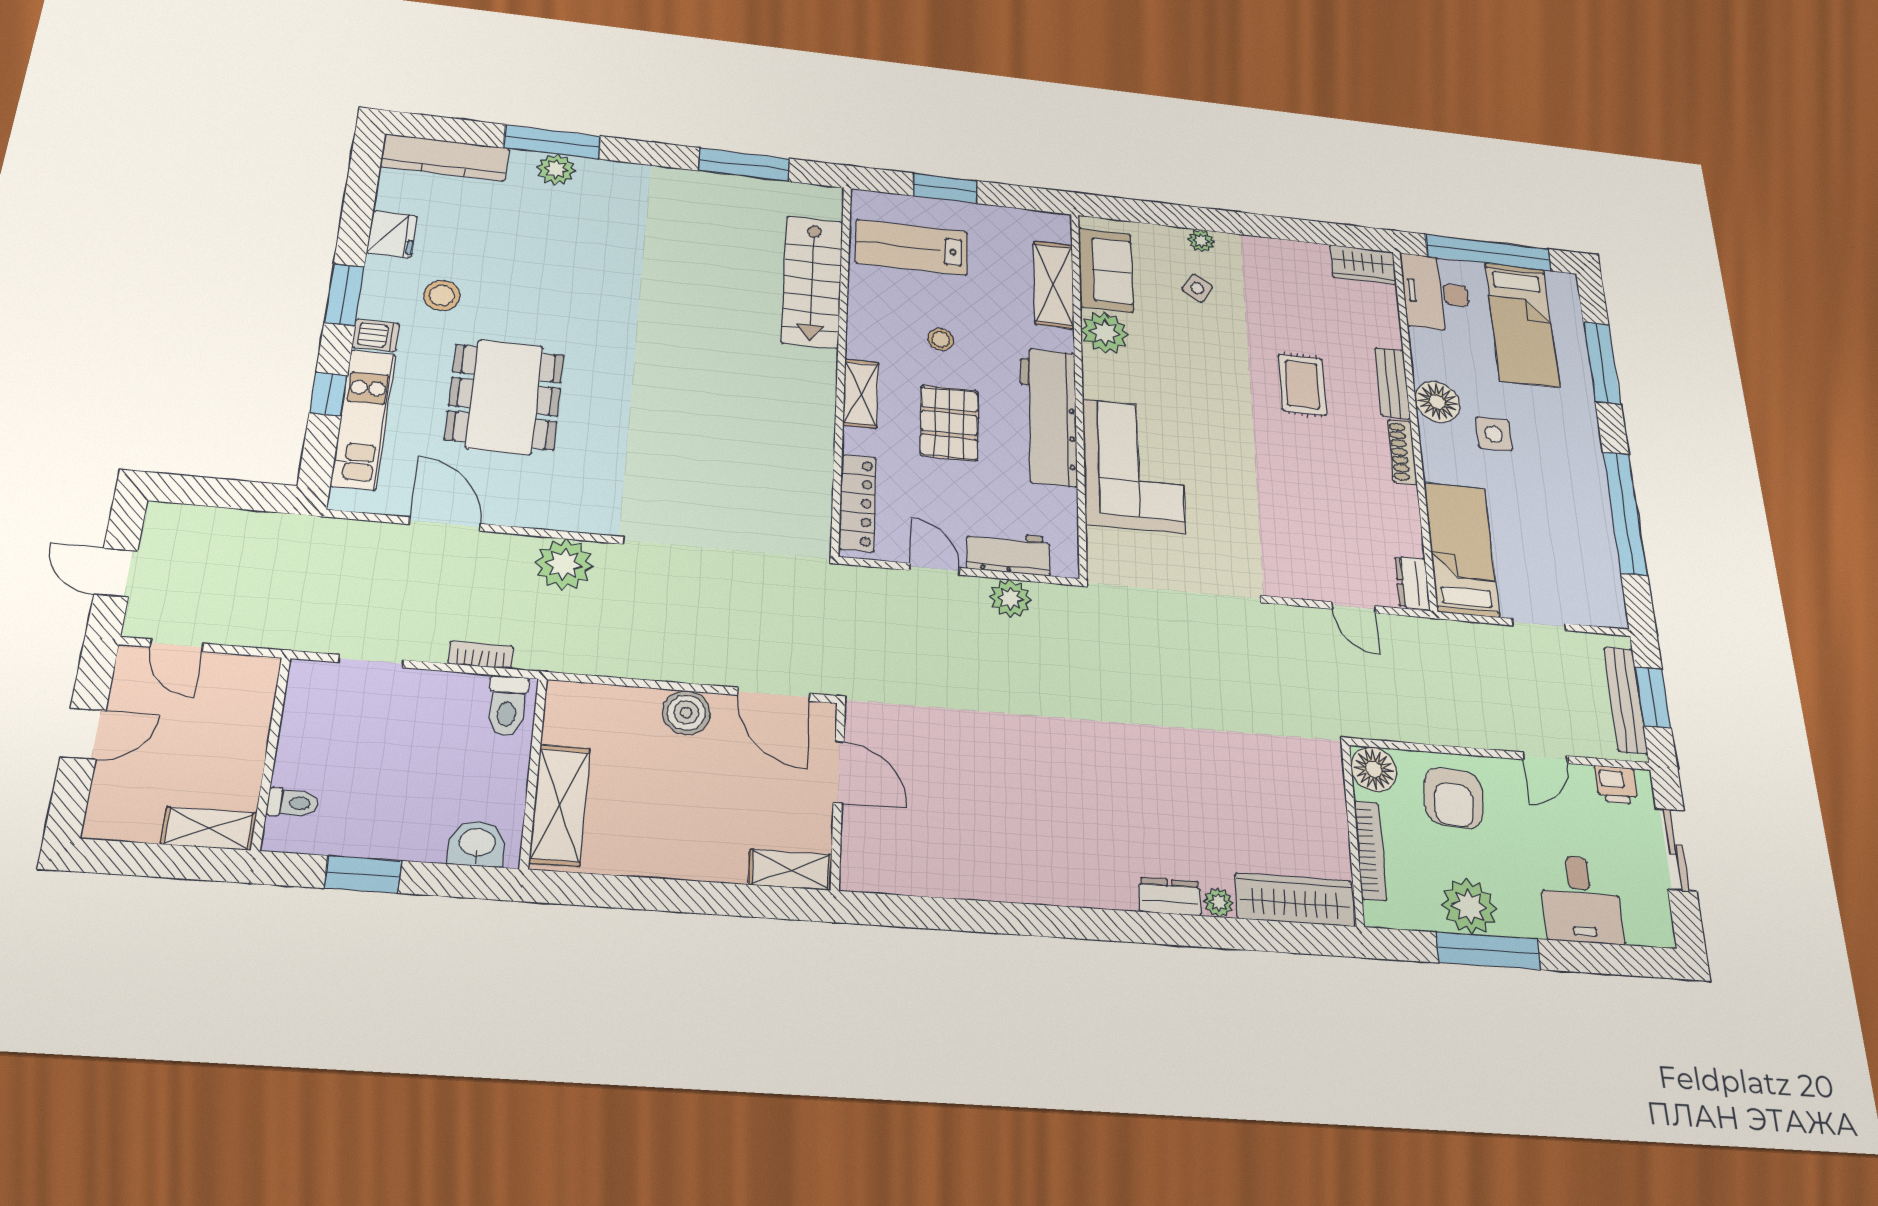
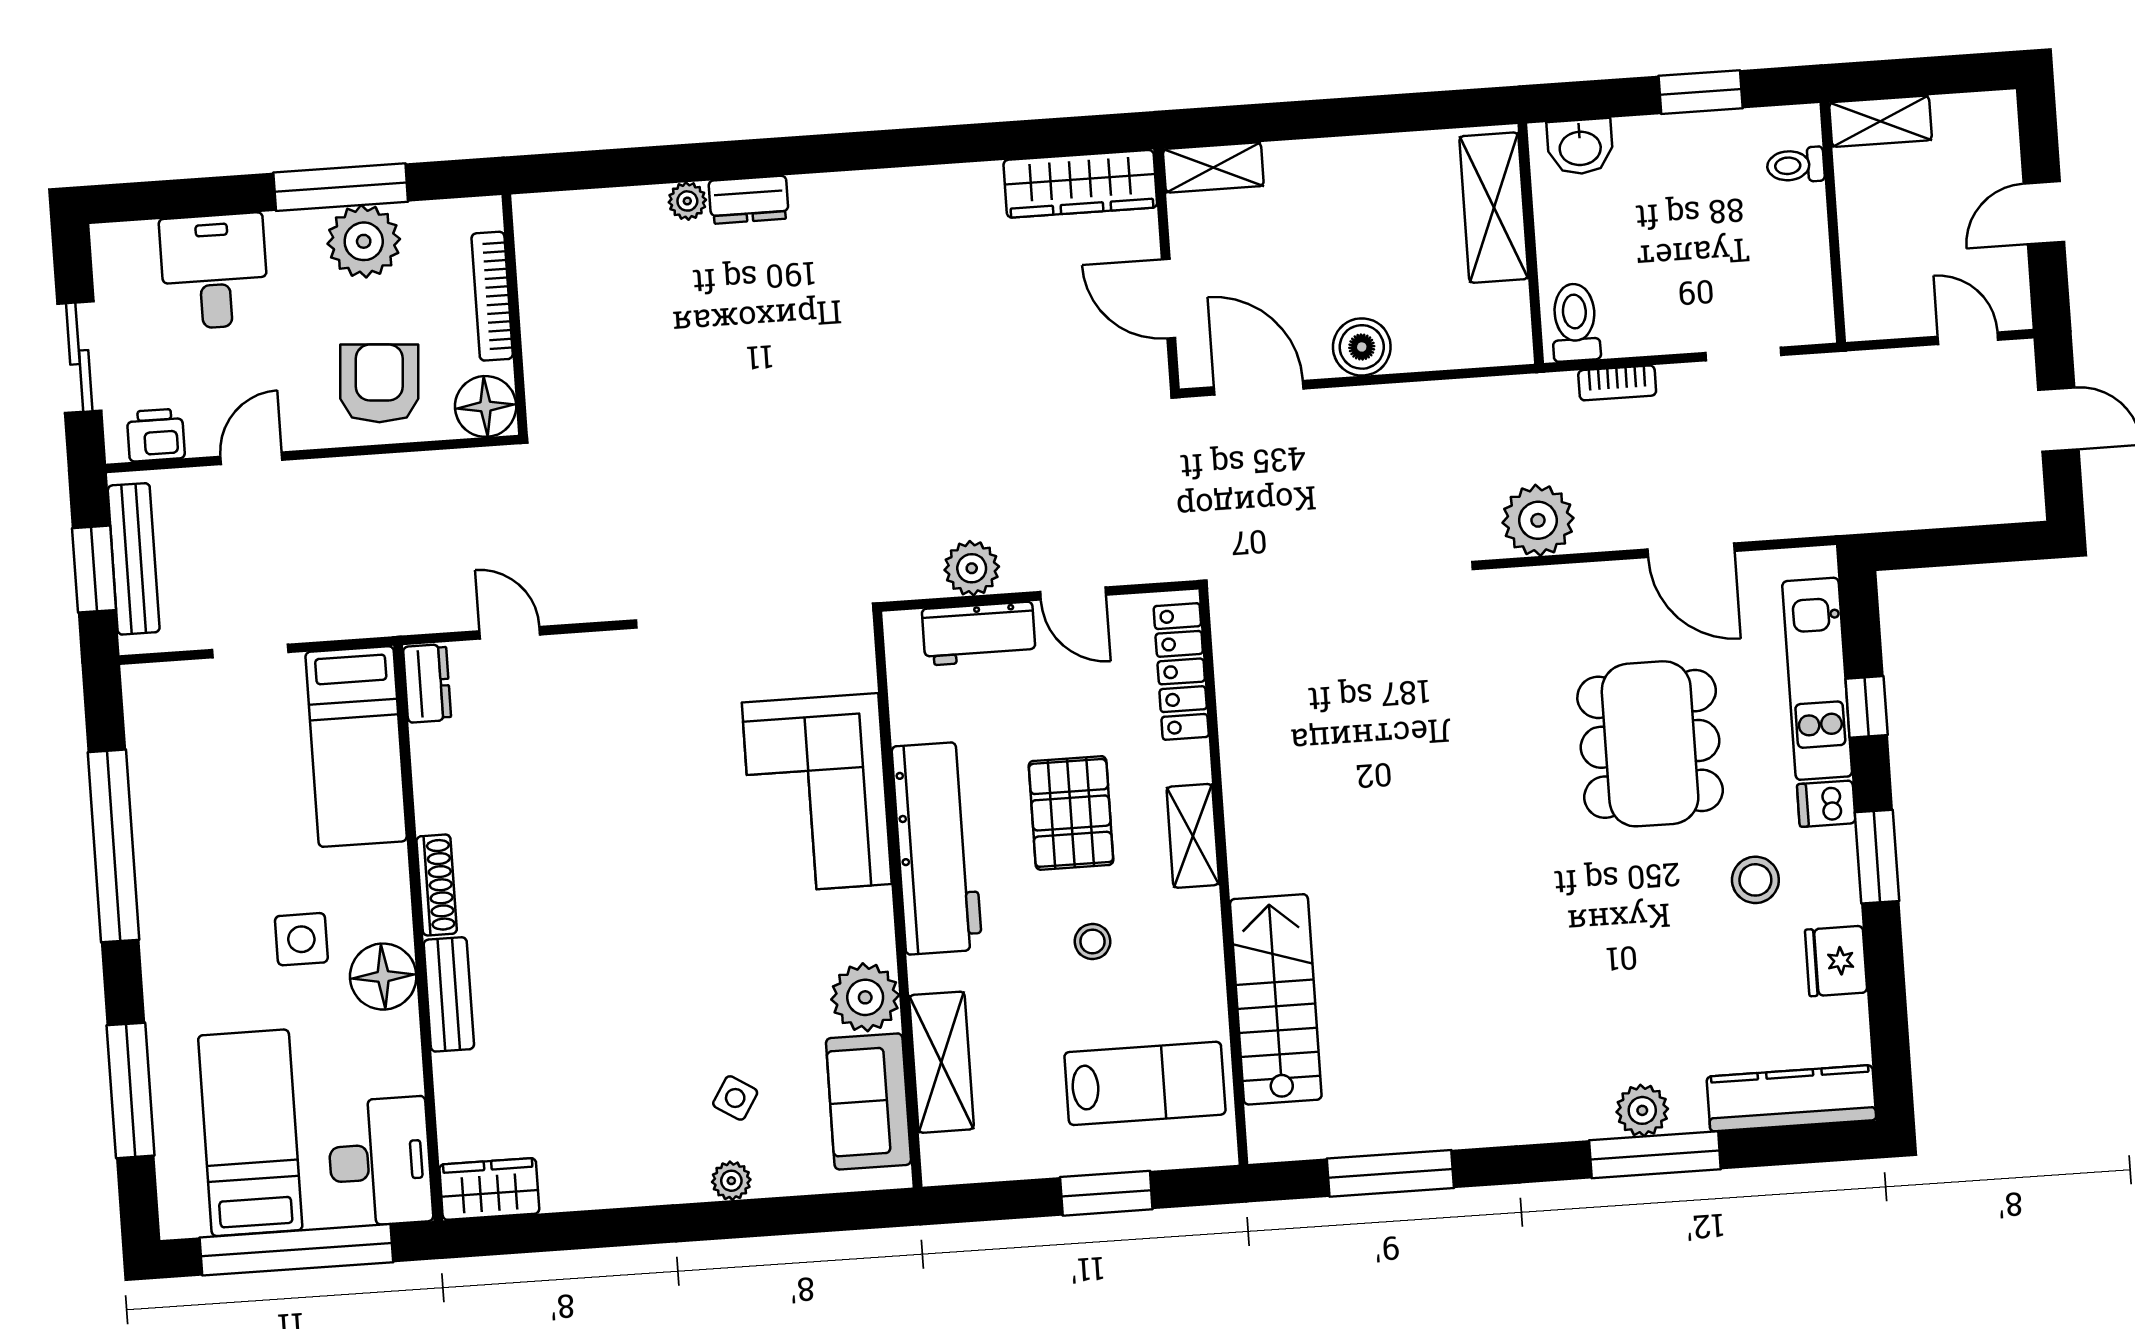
rug: (1302, 385) -> (581, 967), removed
wardrobe: (1295, 900) -> (1080, 184), moved

